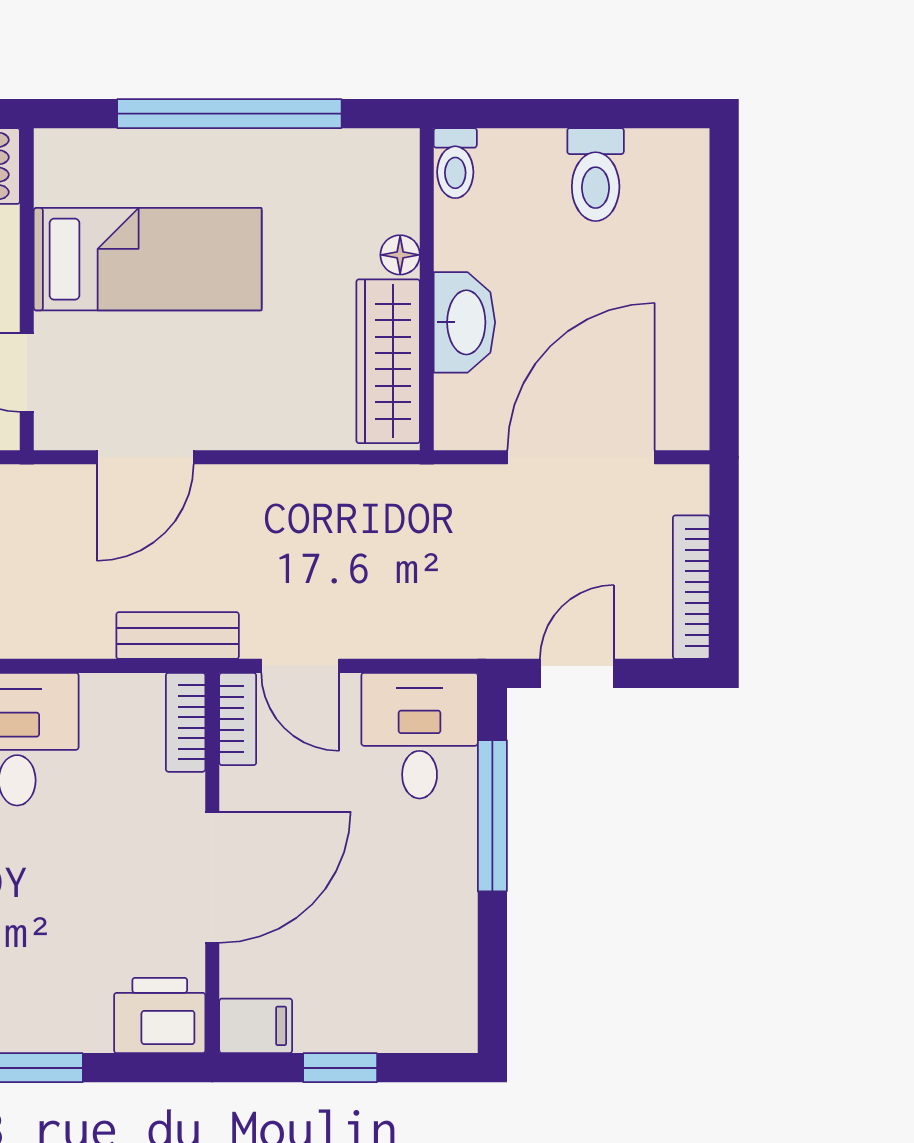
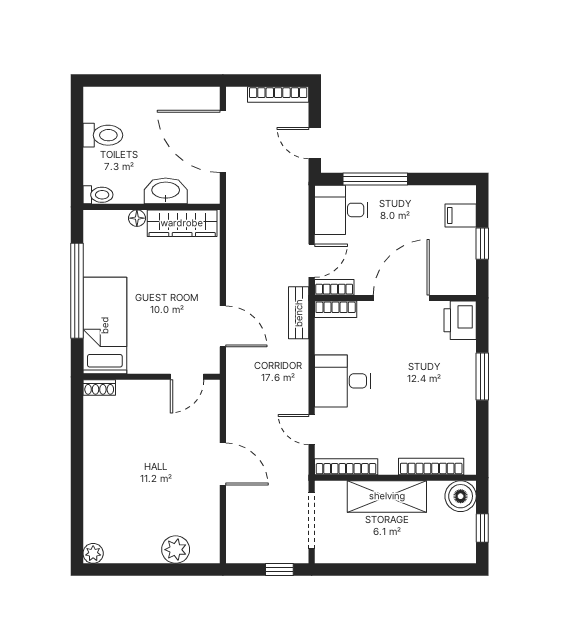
bed: (148, 259) -> (105, 325), moved
door: (212, 877) -> (401, 298), hinge flipped
filing cabinet: (256, 1026) -> (461, 215), moved, turned -90

